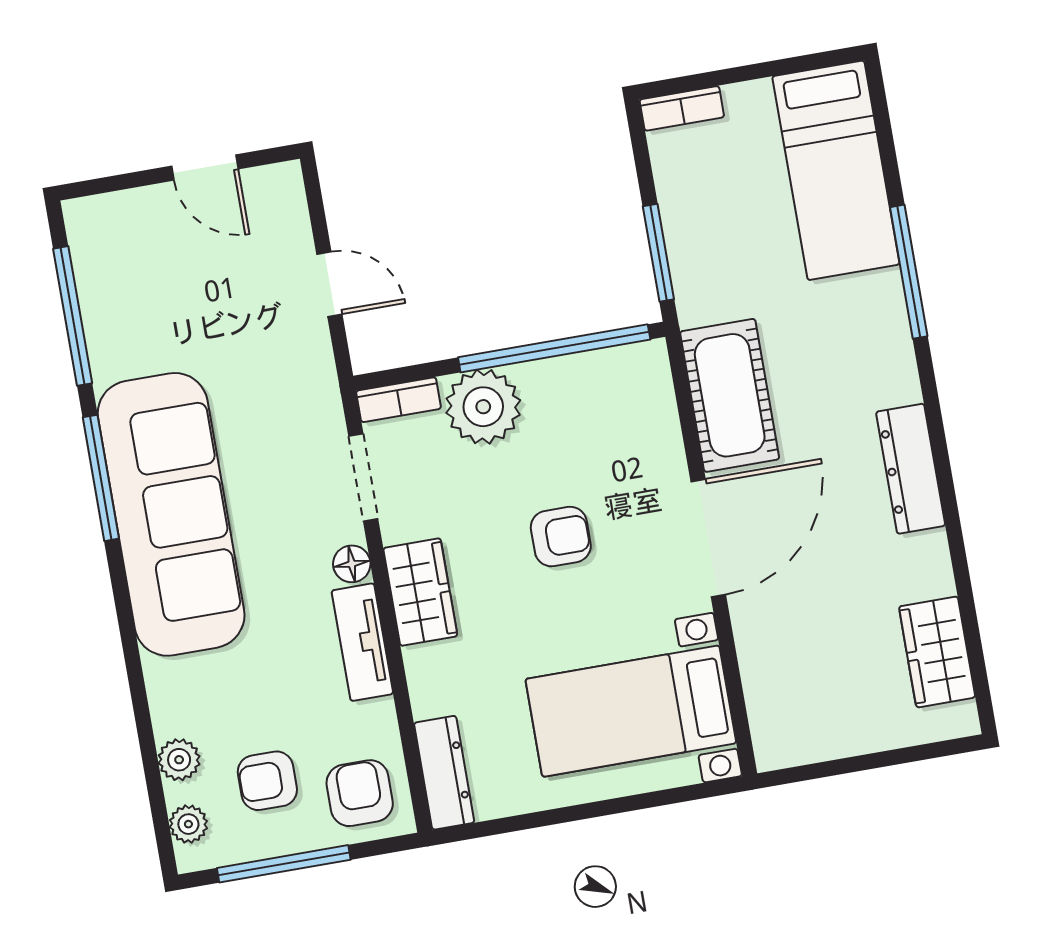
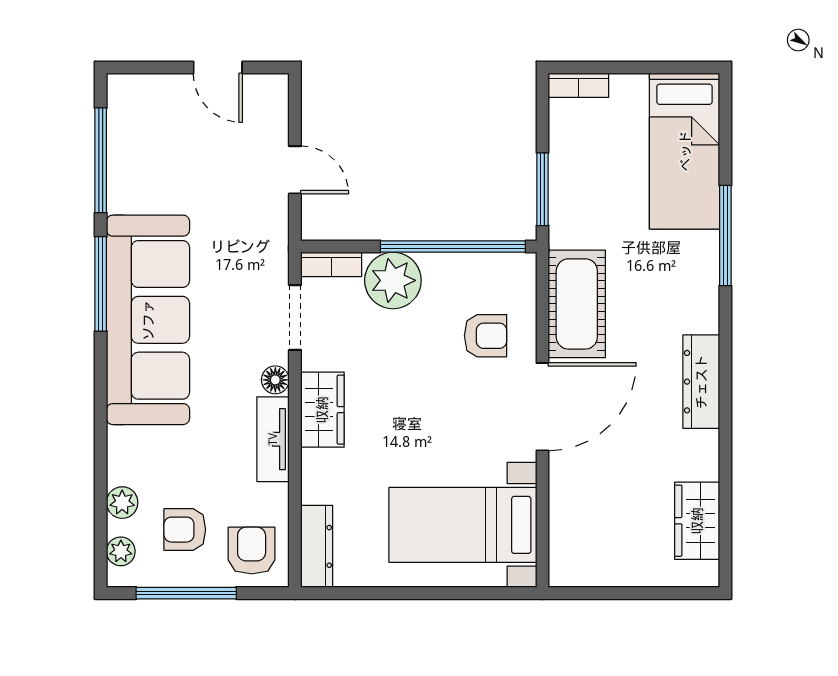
armchair: (561, 537) -> (486, 336), moved

